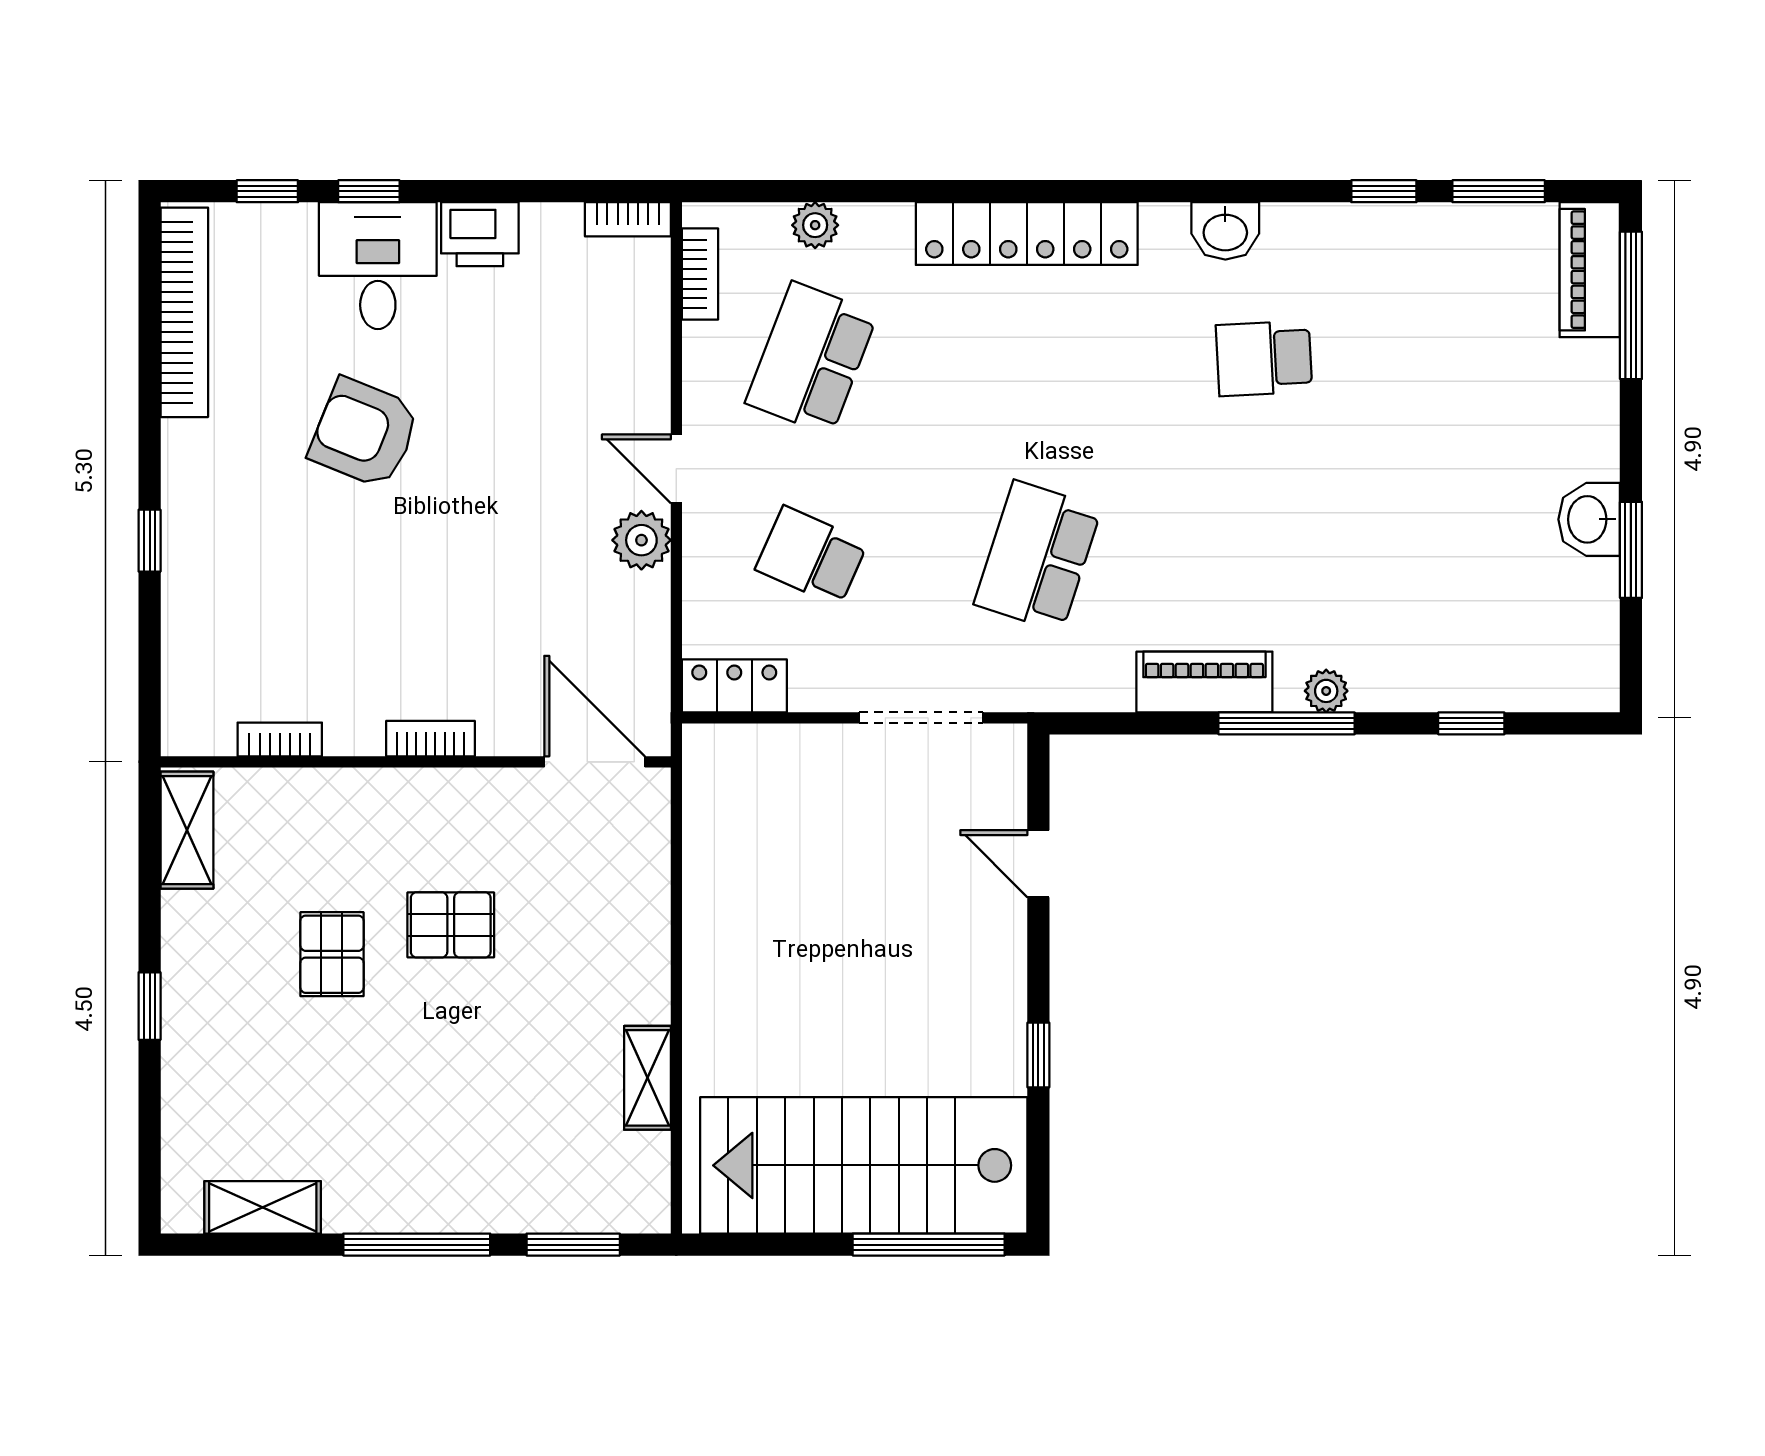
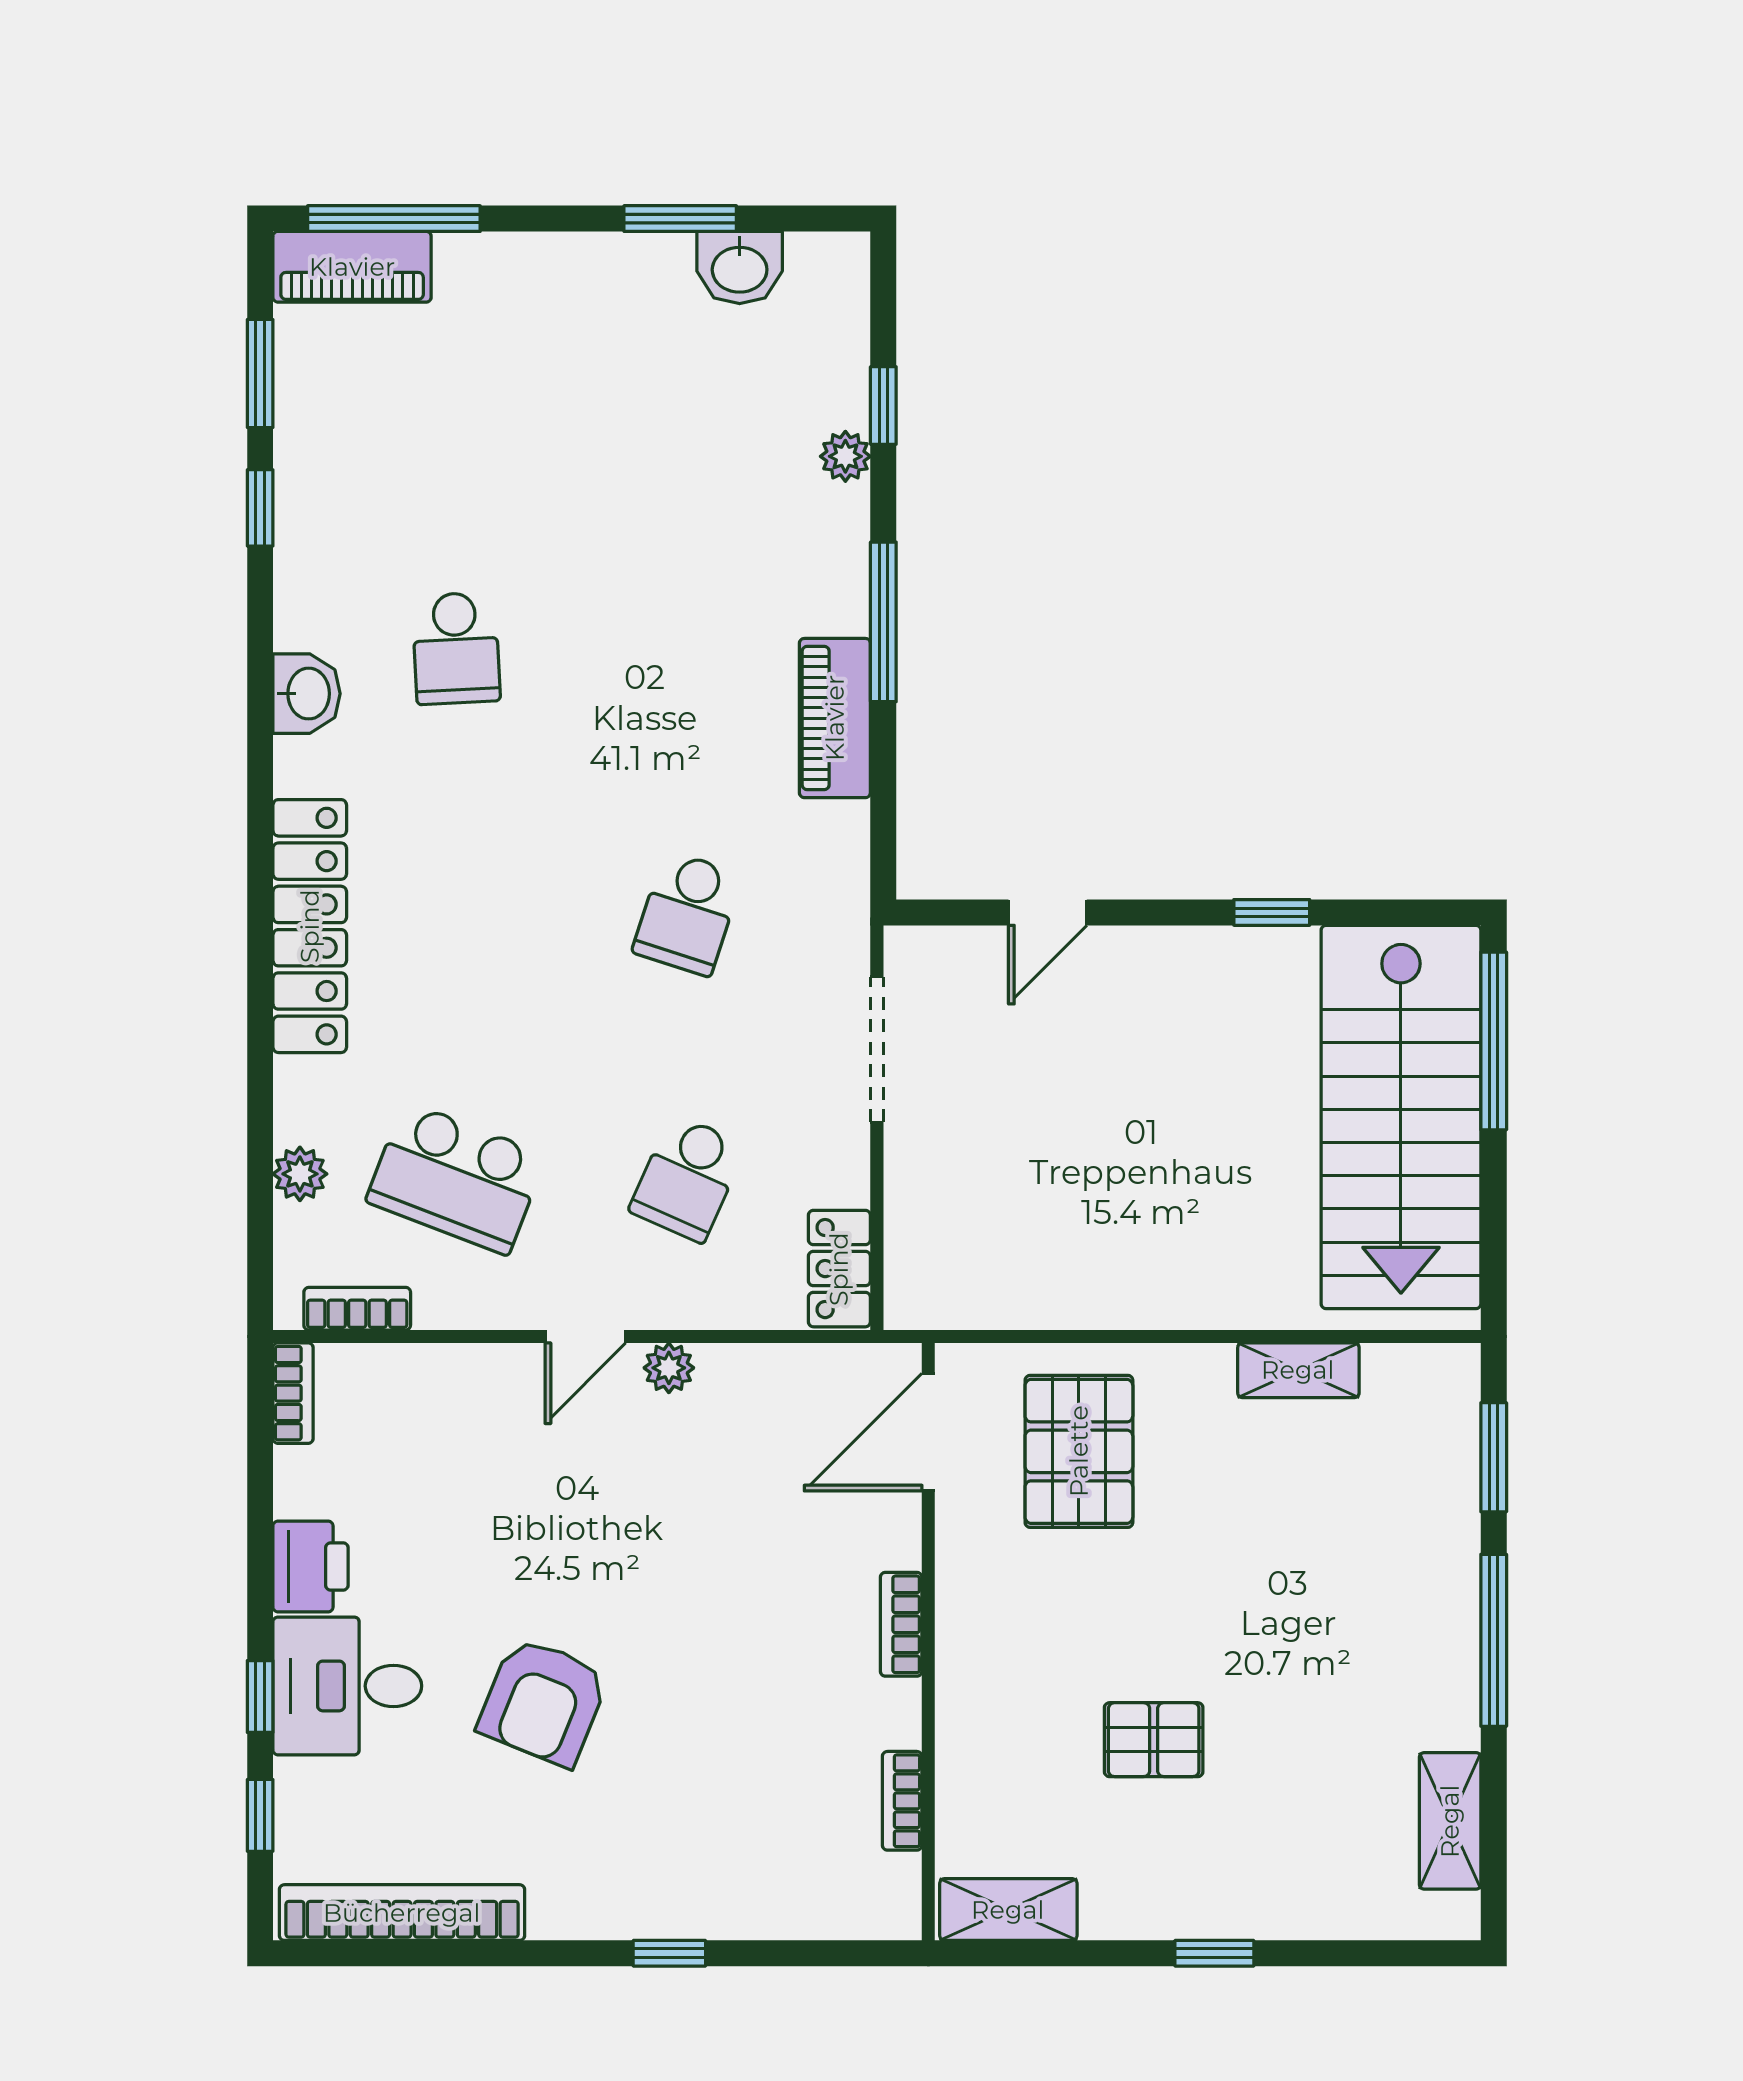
washbasin: (1589, 519) -> (740, 268), moved
plant: (641, 540) -> (669, 1368), width x0.73, depth x0.73
school desk: (1038, 556) -> (687, 913), width x0.54
plant: (1326, 691) -> (845, 456), moved
pallet: (451, 925) -> (1079, 1451), moved, width x1.50, depth x1.42

